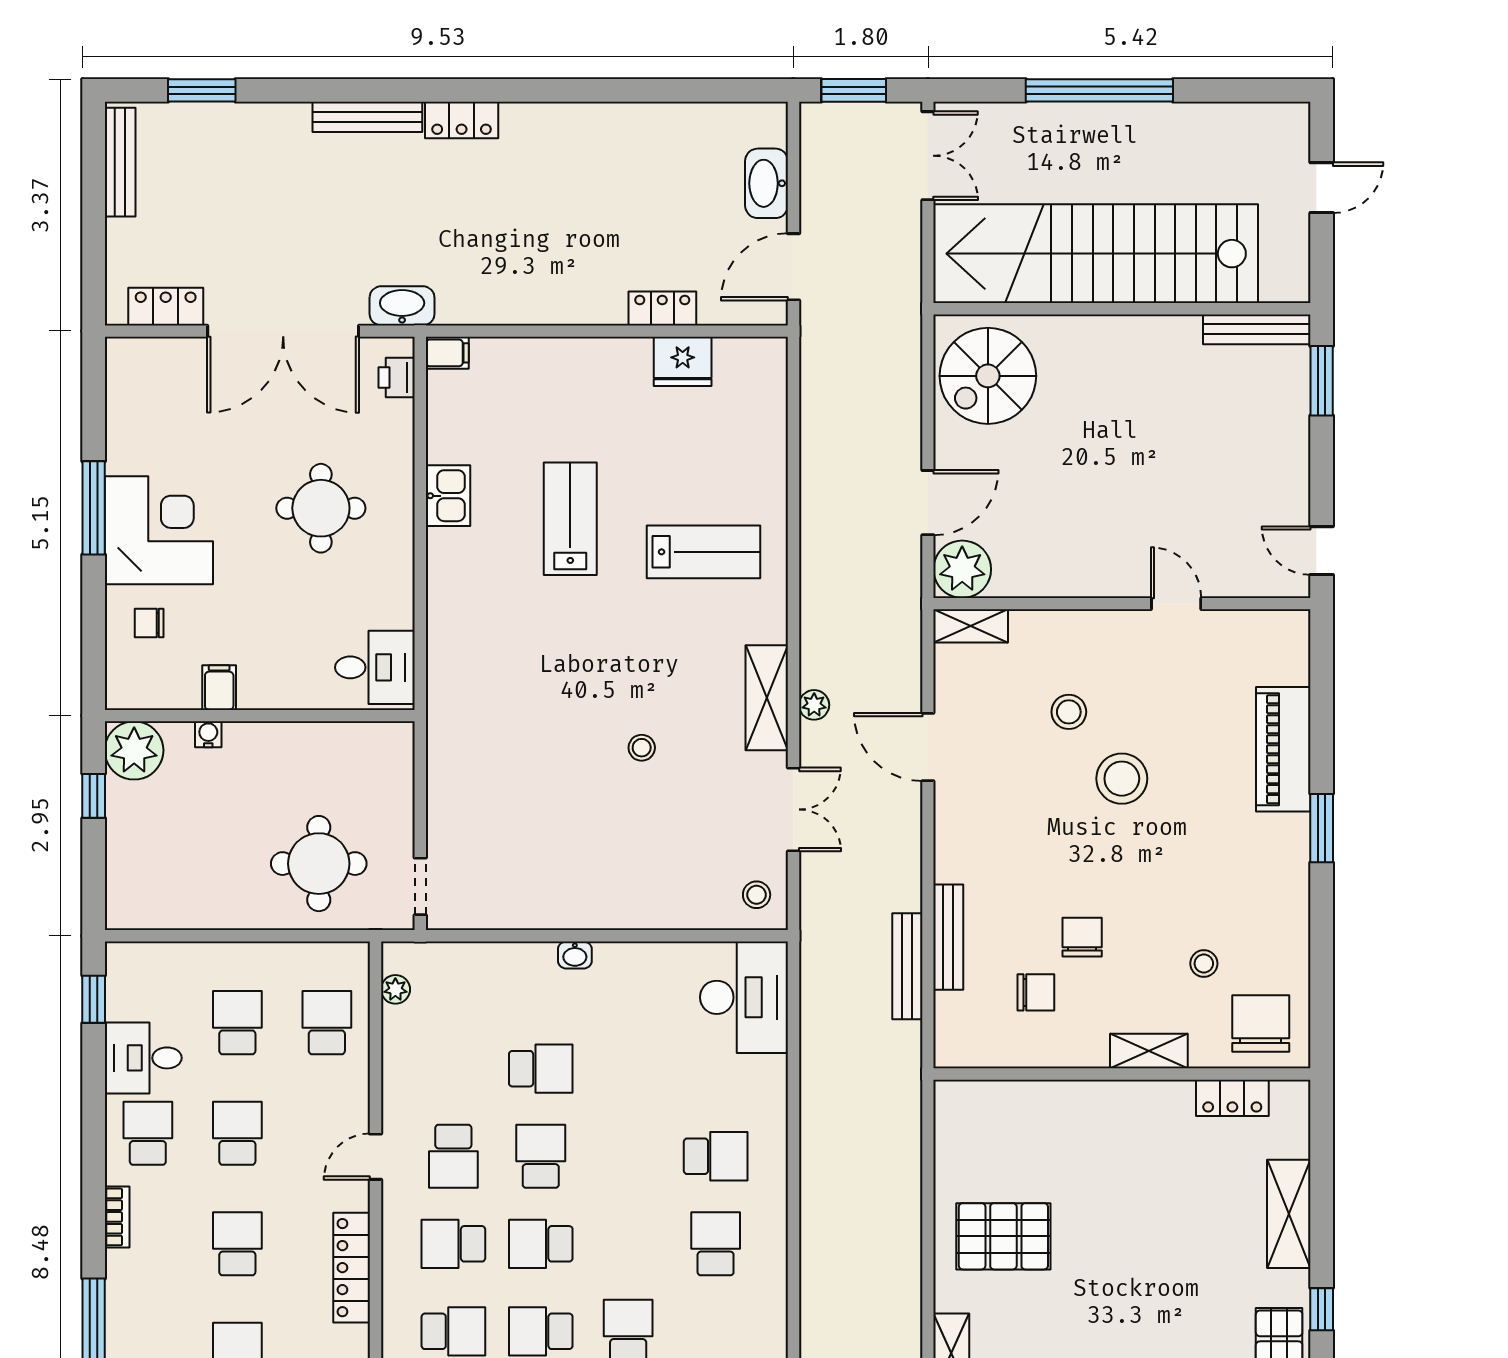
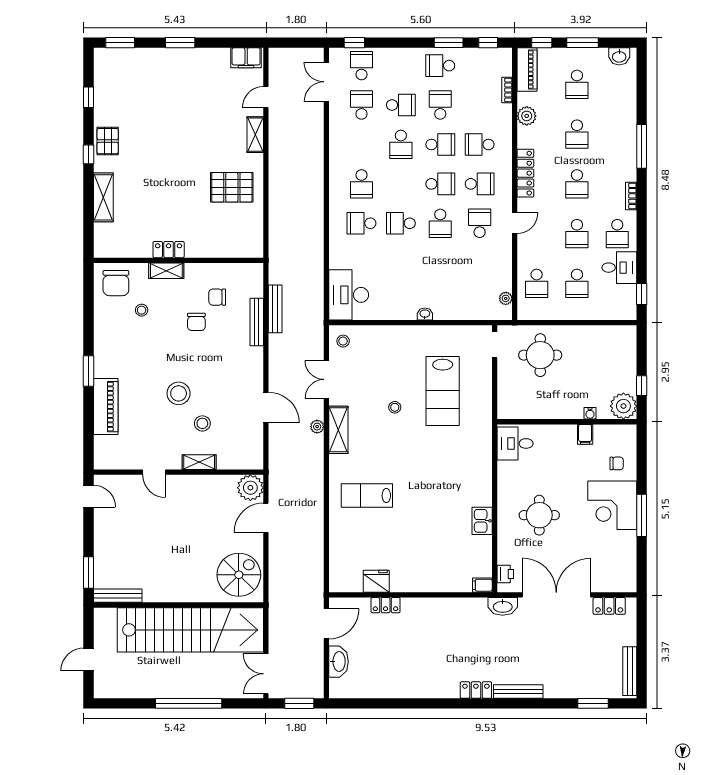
lab bench: (570, 519) -> (443, 391), moved, width x1.36, depth x1.39
shelving: (971, 626) -> (199, 462), moved
school desk: (541, 1069) -> (401, 223), moved
locker: (1232, 1098) -> (169, 250), moved

